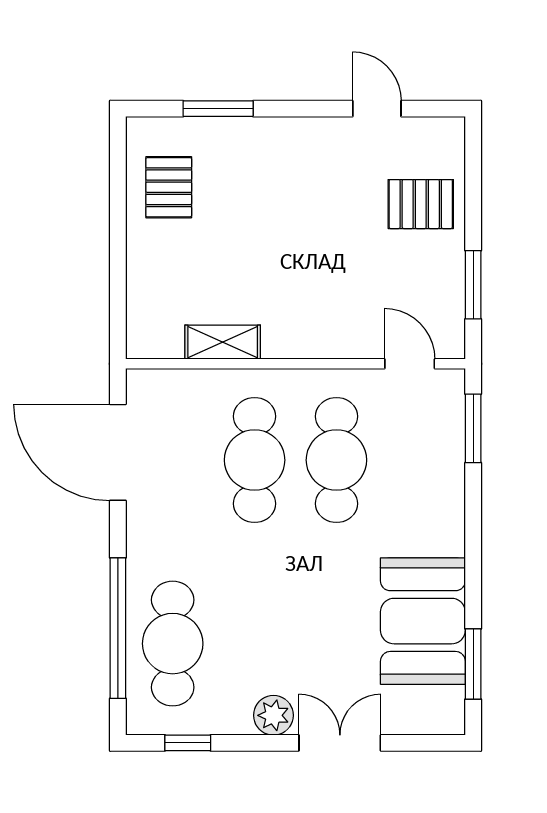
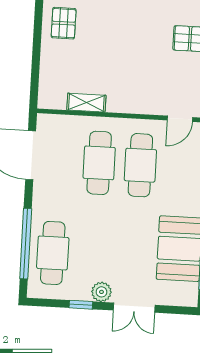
door: (410, 364) -> (180, 119), swing flipped
window: (188, 743) -> (81, 305), moved
double door: (340, 743) -> (134, 308), swing flipped

